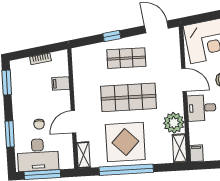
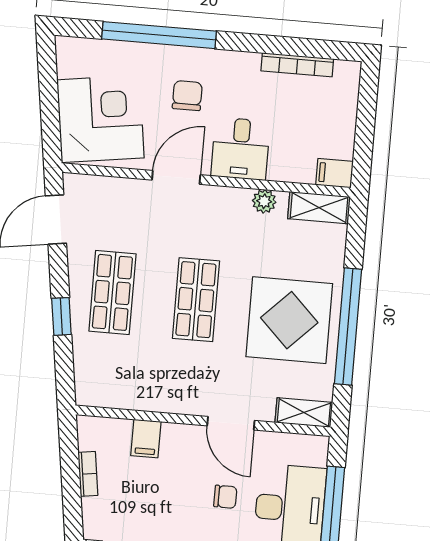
shop shelf: (129, 97) -> (196, 300), width x0.70, depth x0.74
plant: (174, 123) -> (264, 201), width x0.53, depth x0.53

